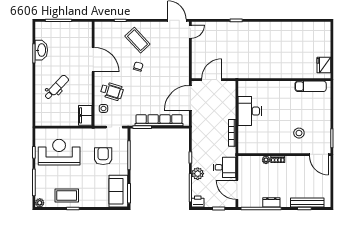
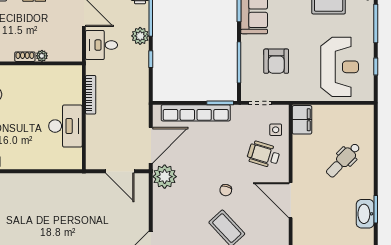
plant: (181, 76) -> (165, 177), added
door: (212, 80) -> (120, 171), hinge flipped
reception desk: (59, 152) -> (340, 67), turned -90

